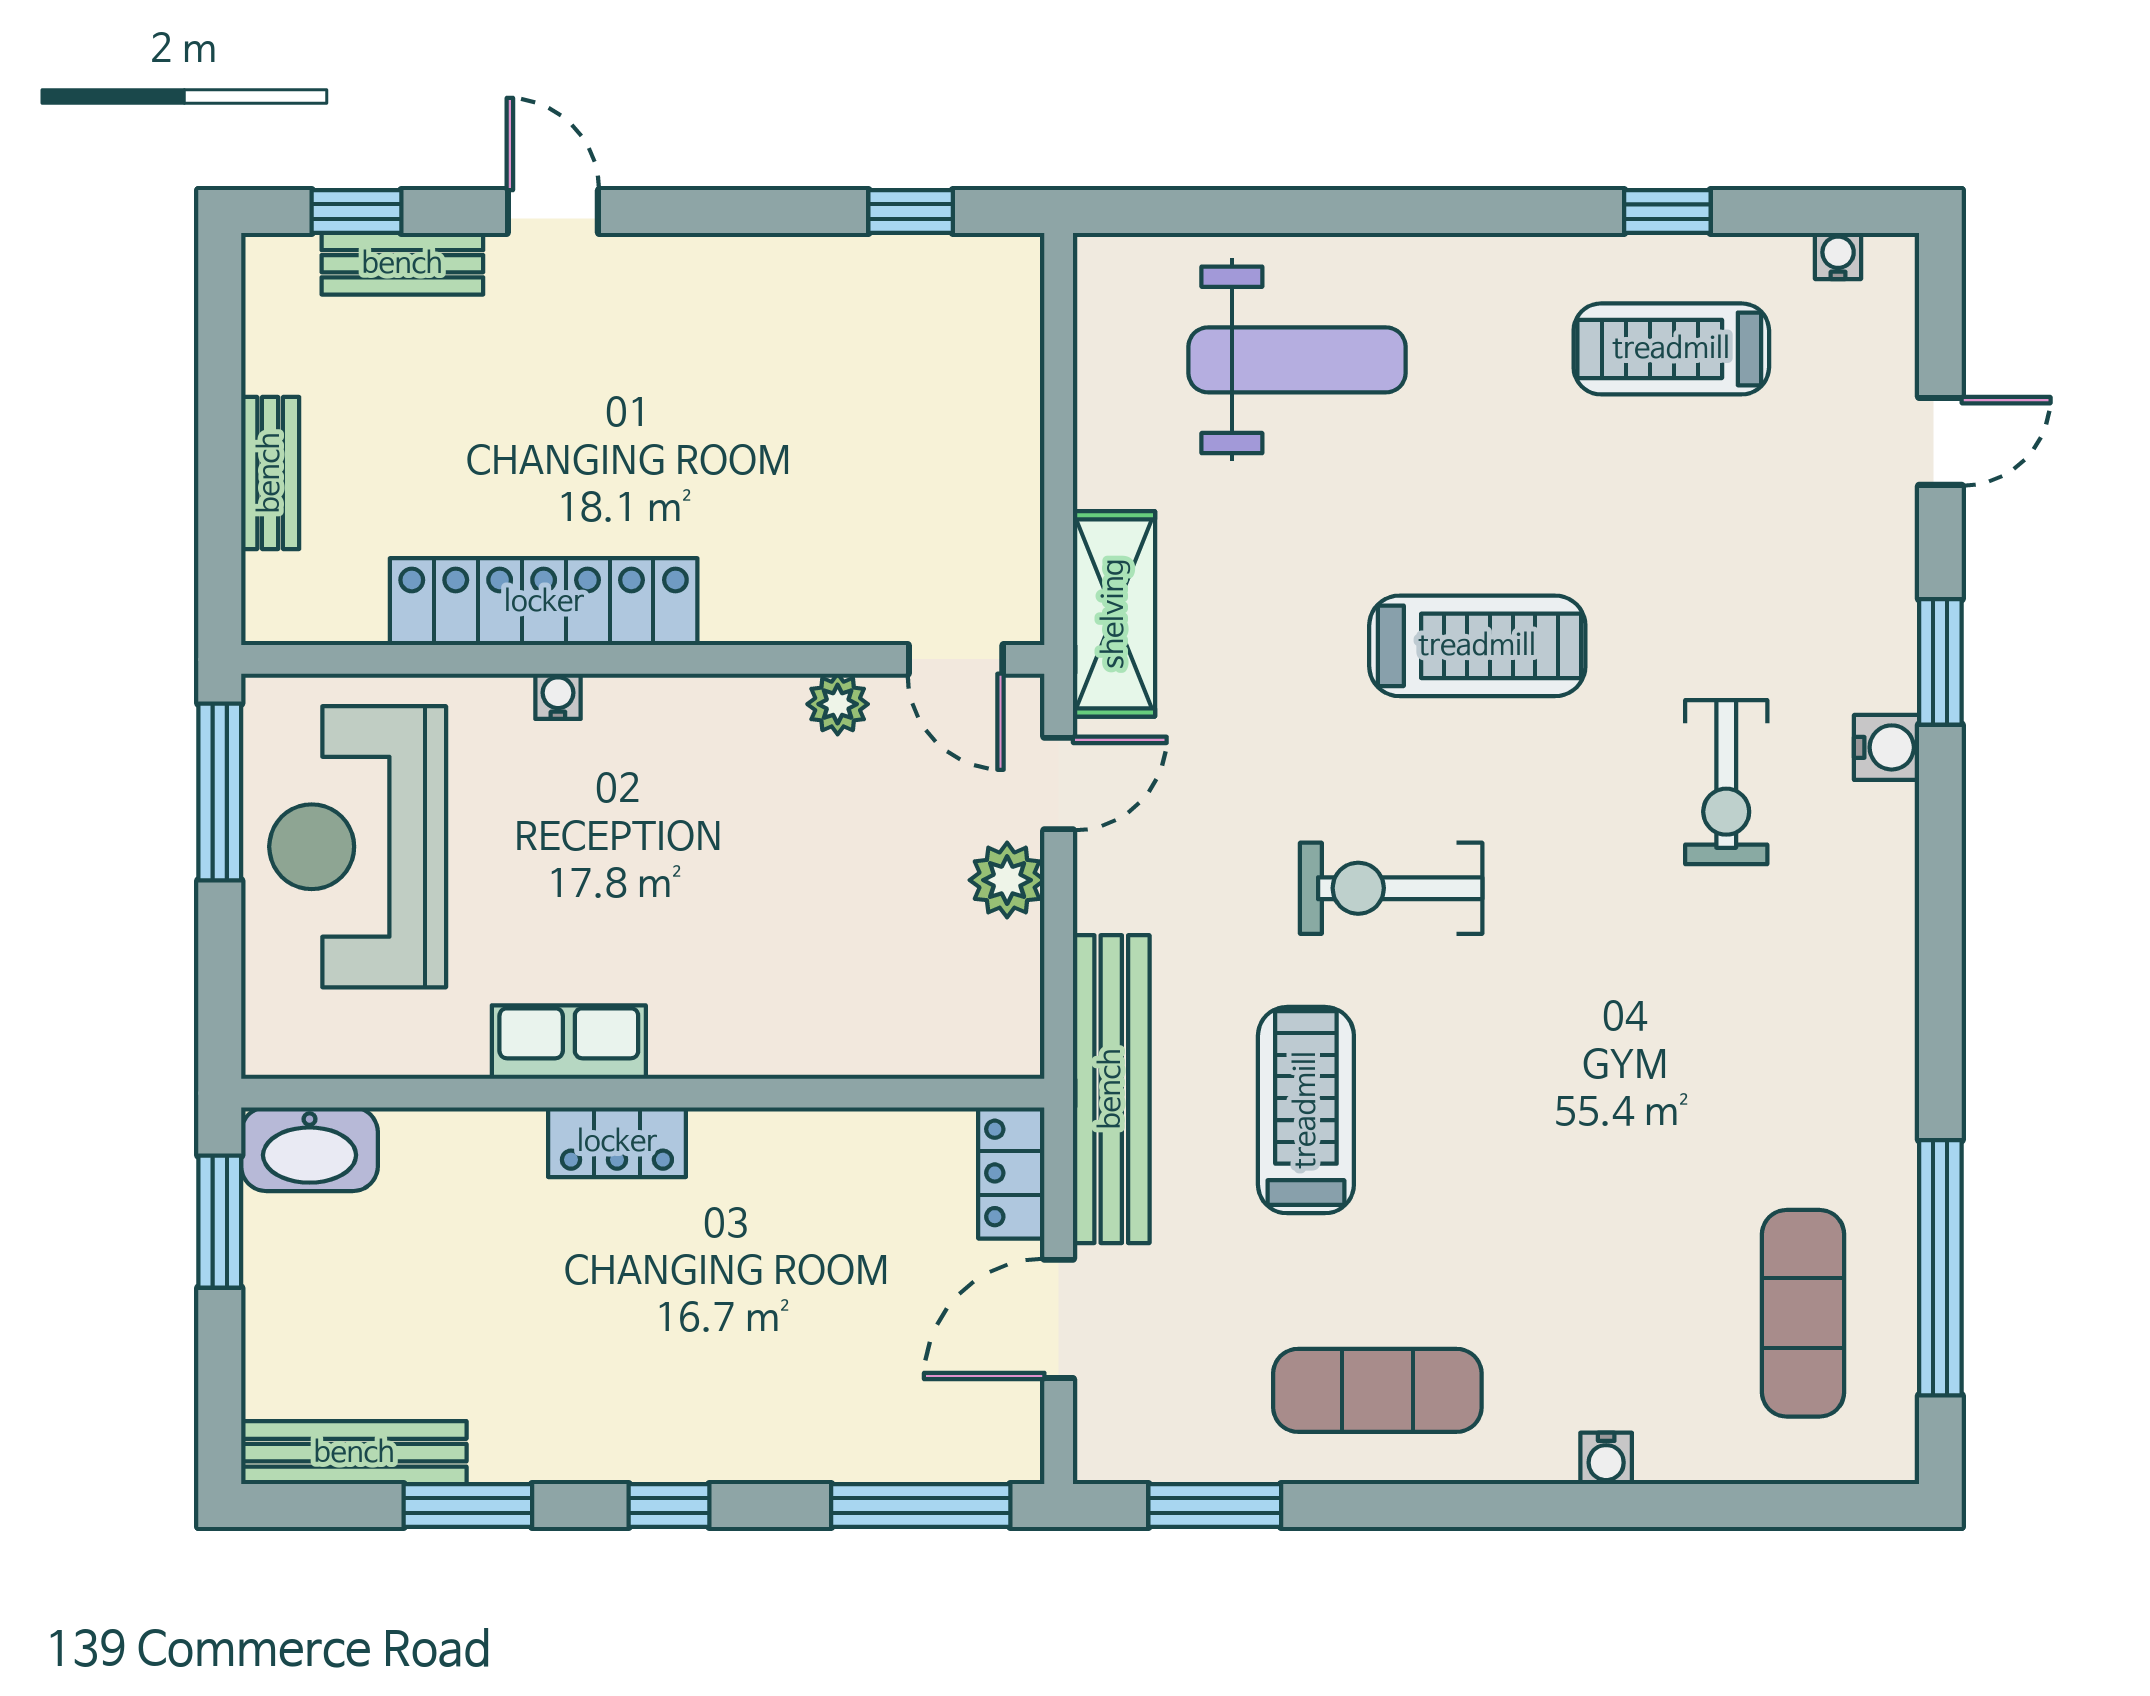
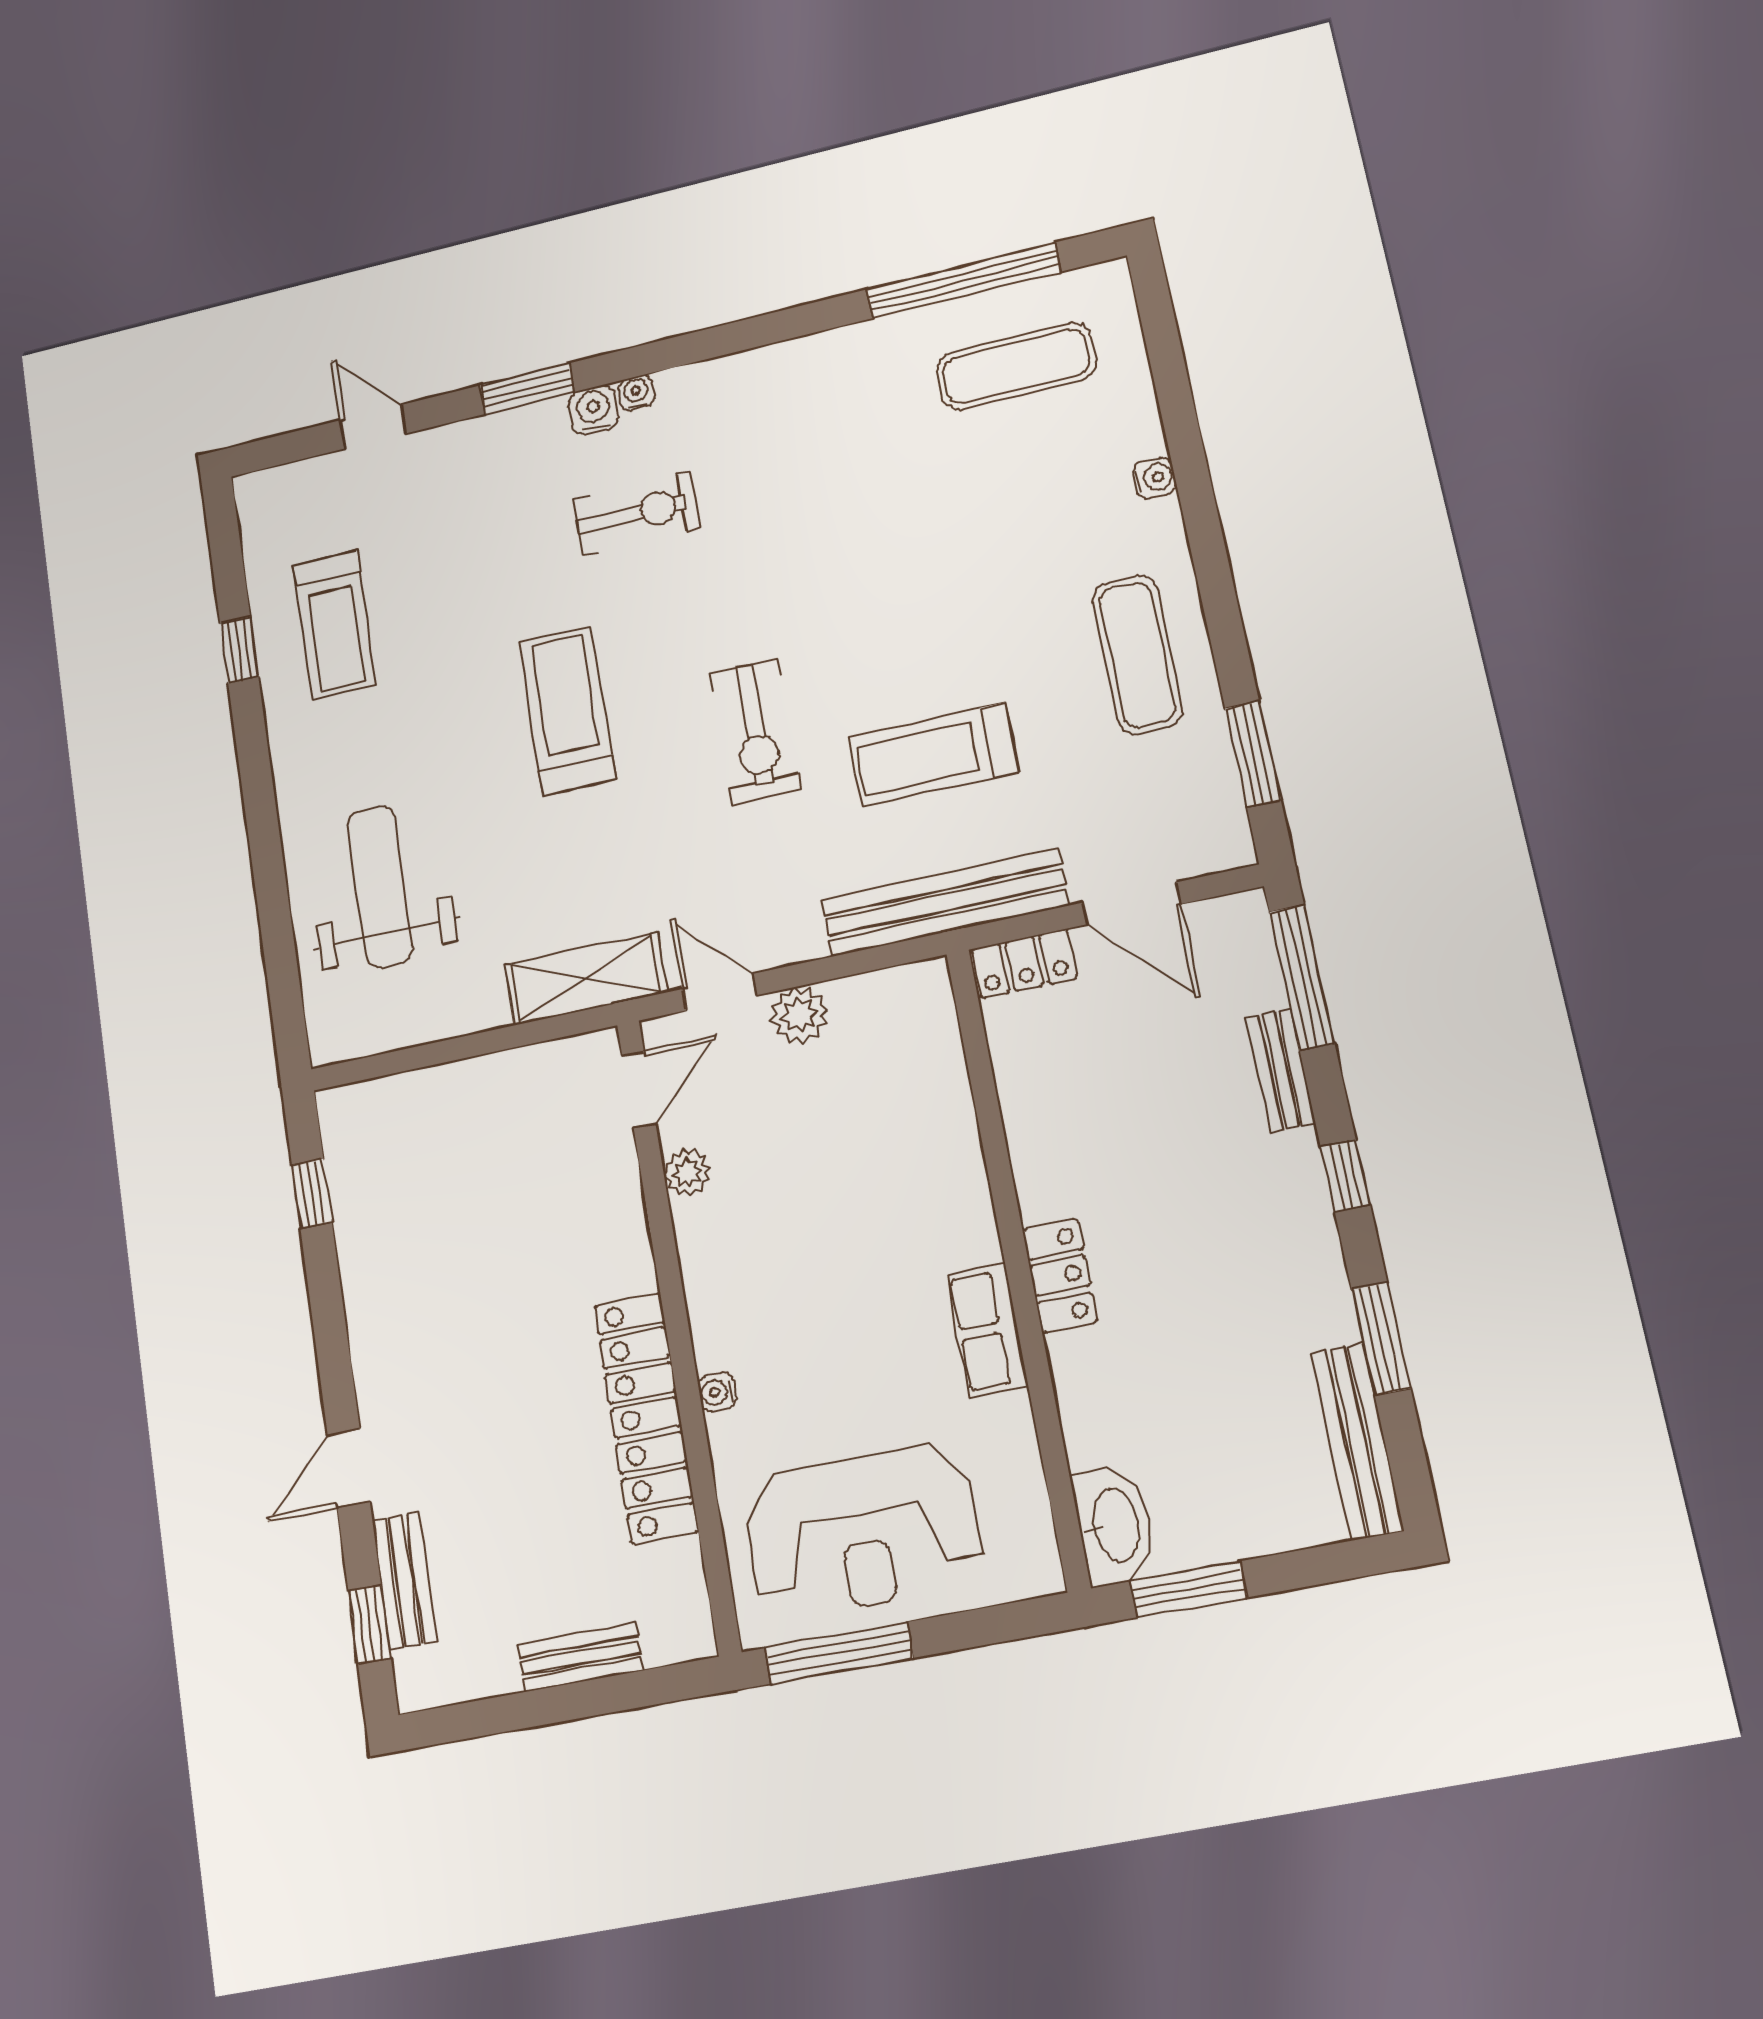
water cooler: (1838, 256) -> (636, 393), moved, turned 90
bench: (812, 1456) -> (1281, 1071), added

